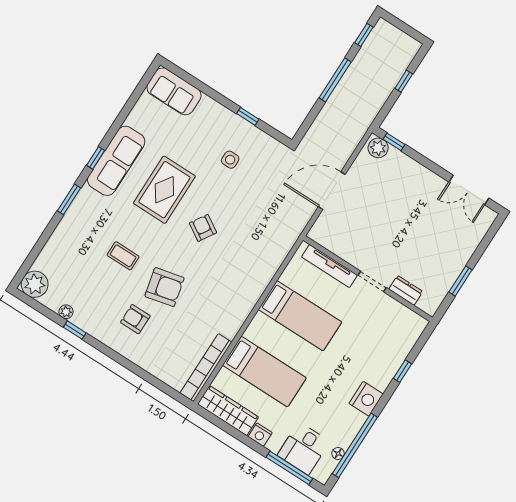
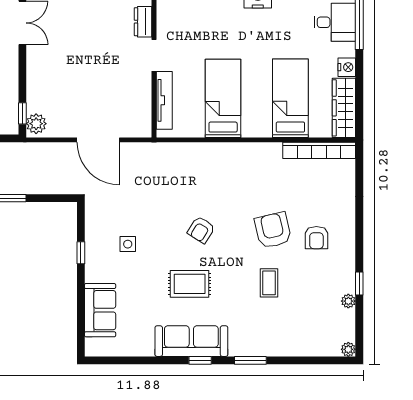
sofa: (174, 91) -> (100, 310), moved
rug: (164, 190) -> (190, 284), width x0.73, depth x0.70
plant: (35, 284) -> (348, 349), width x0.53, depth x0.53

